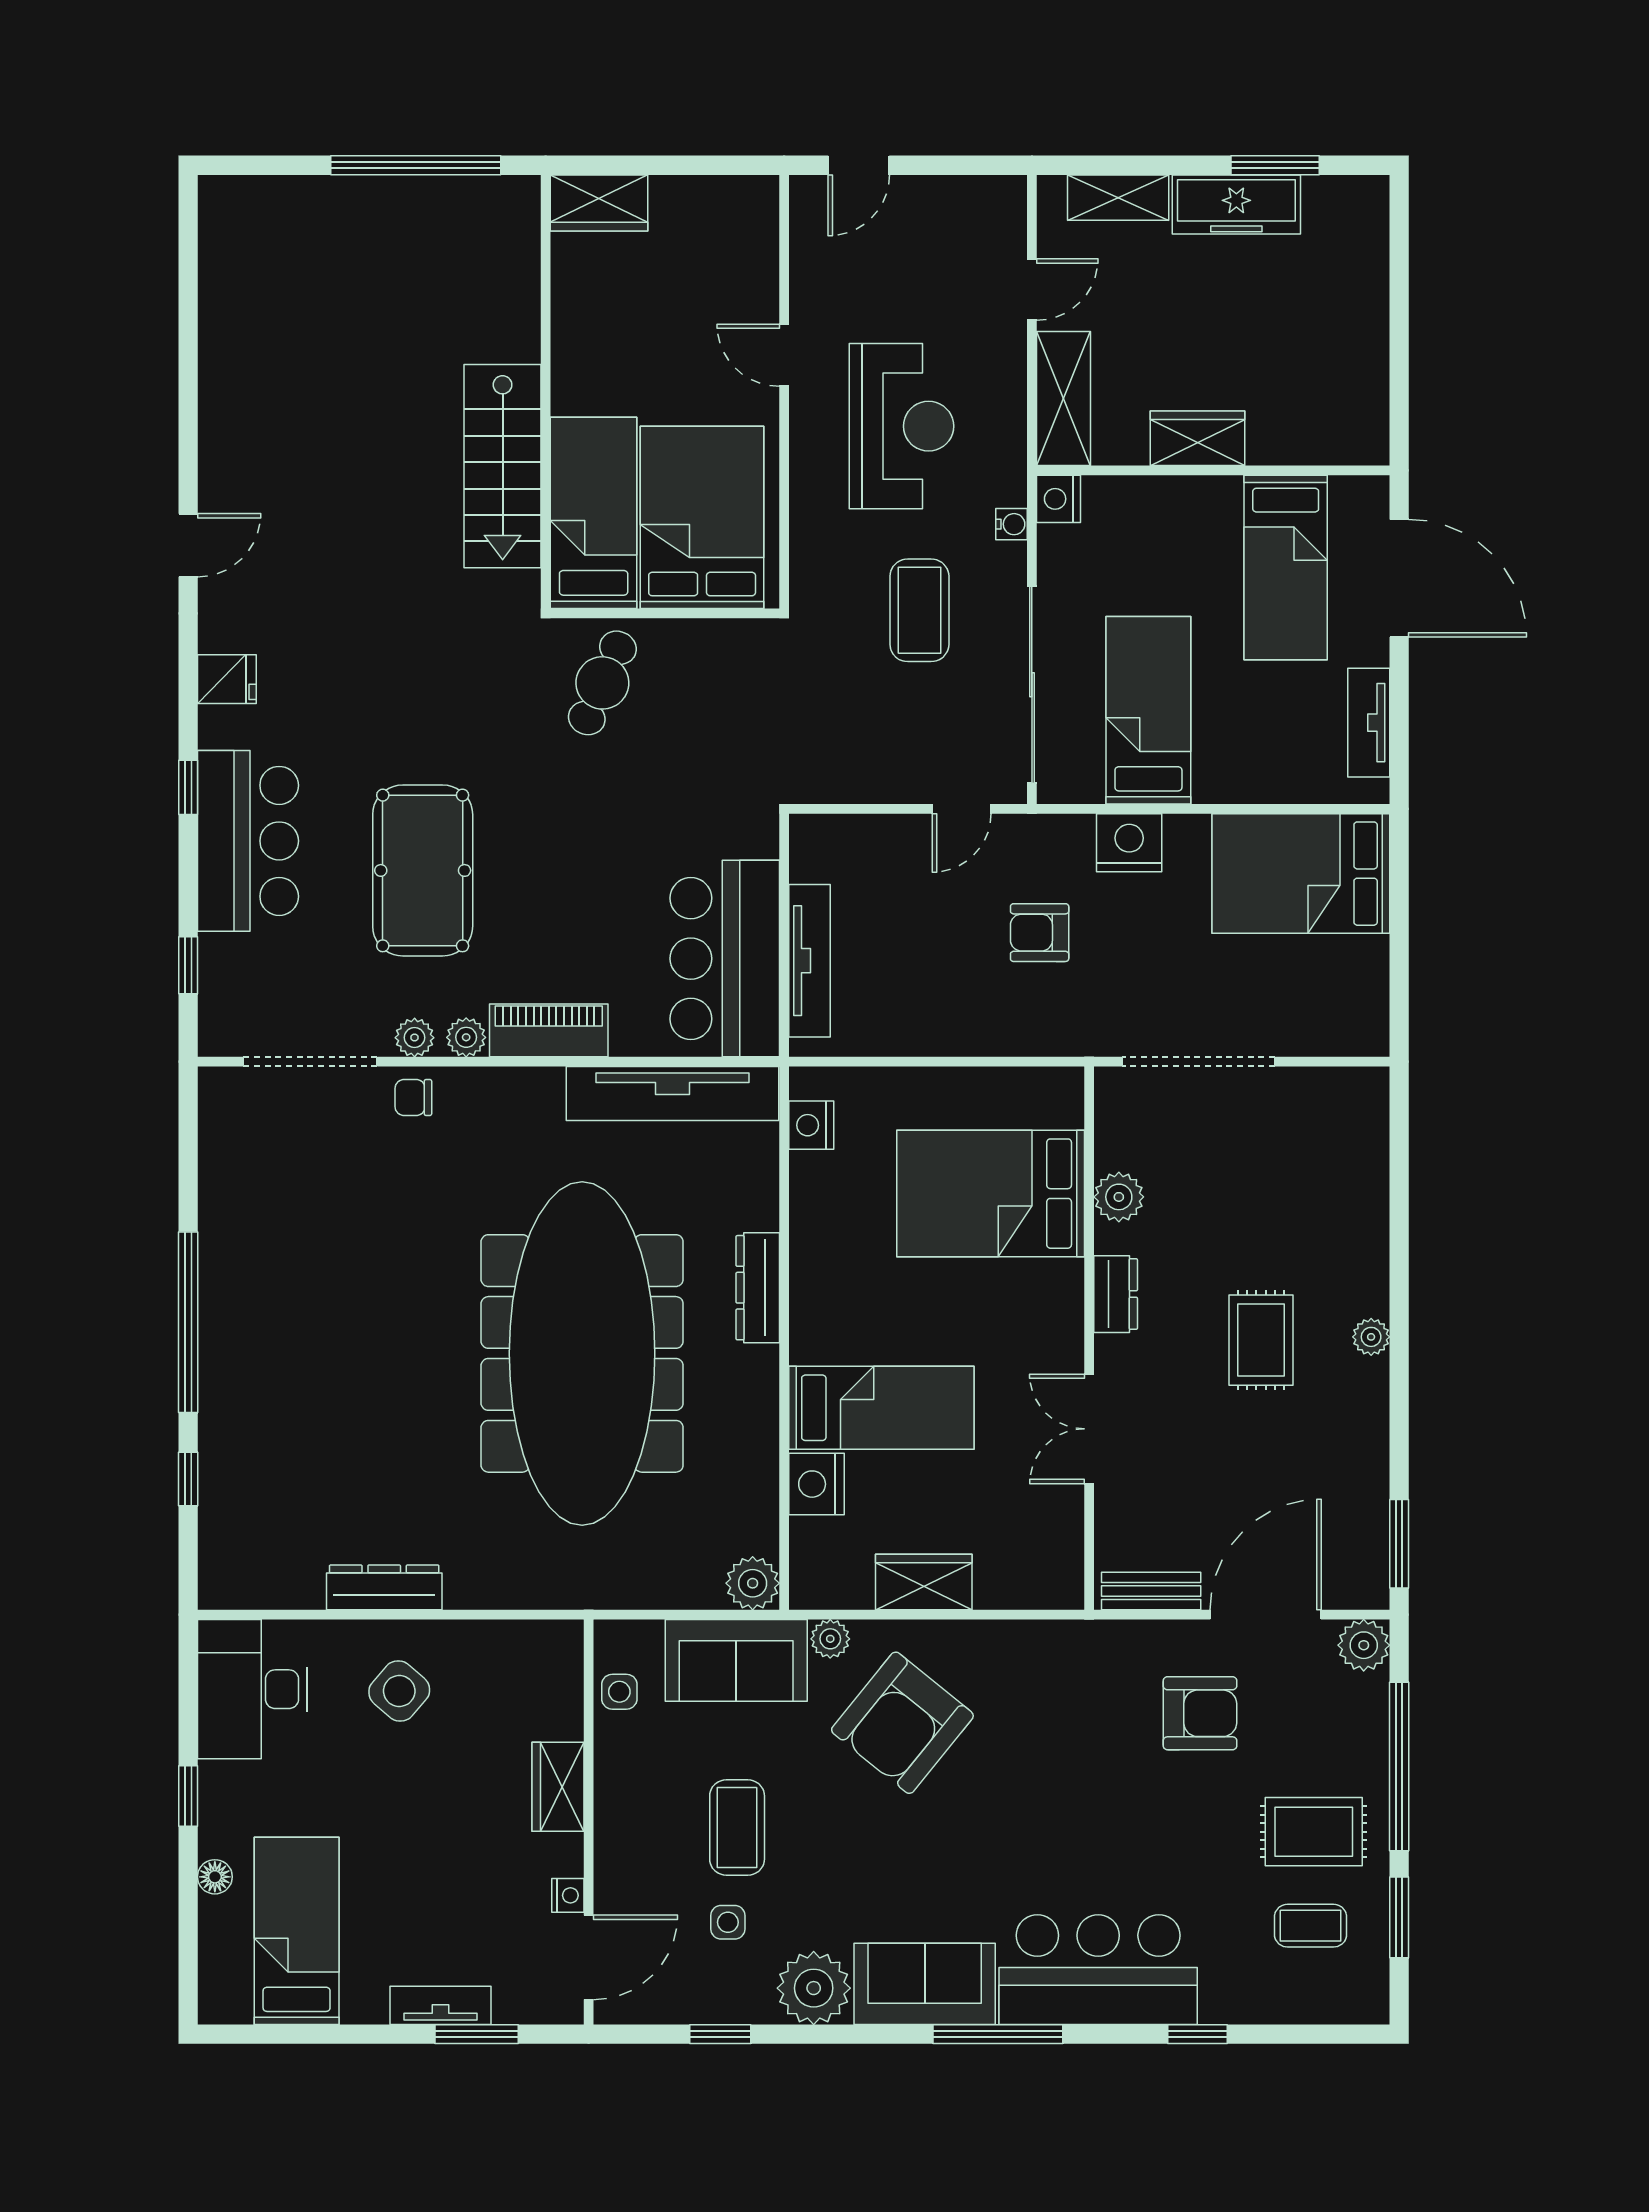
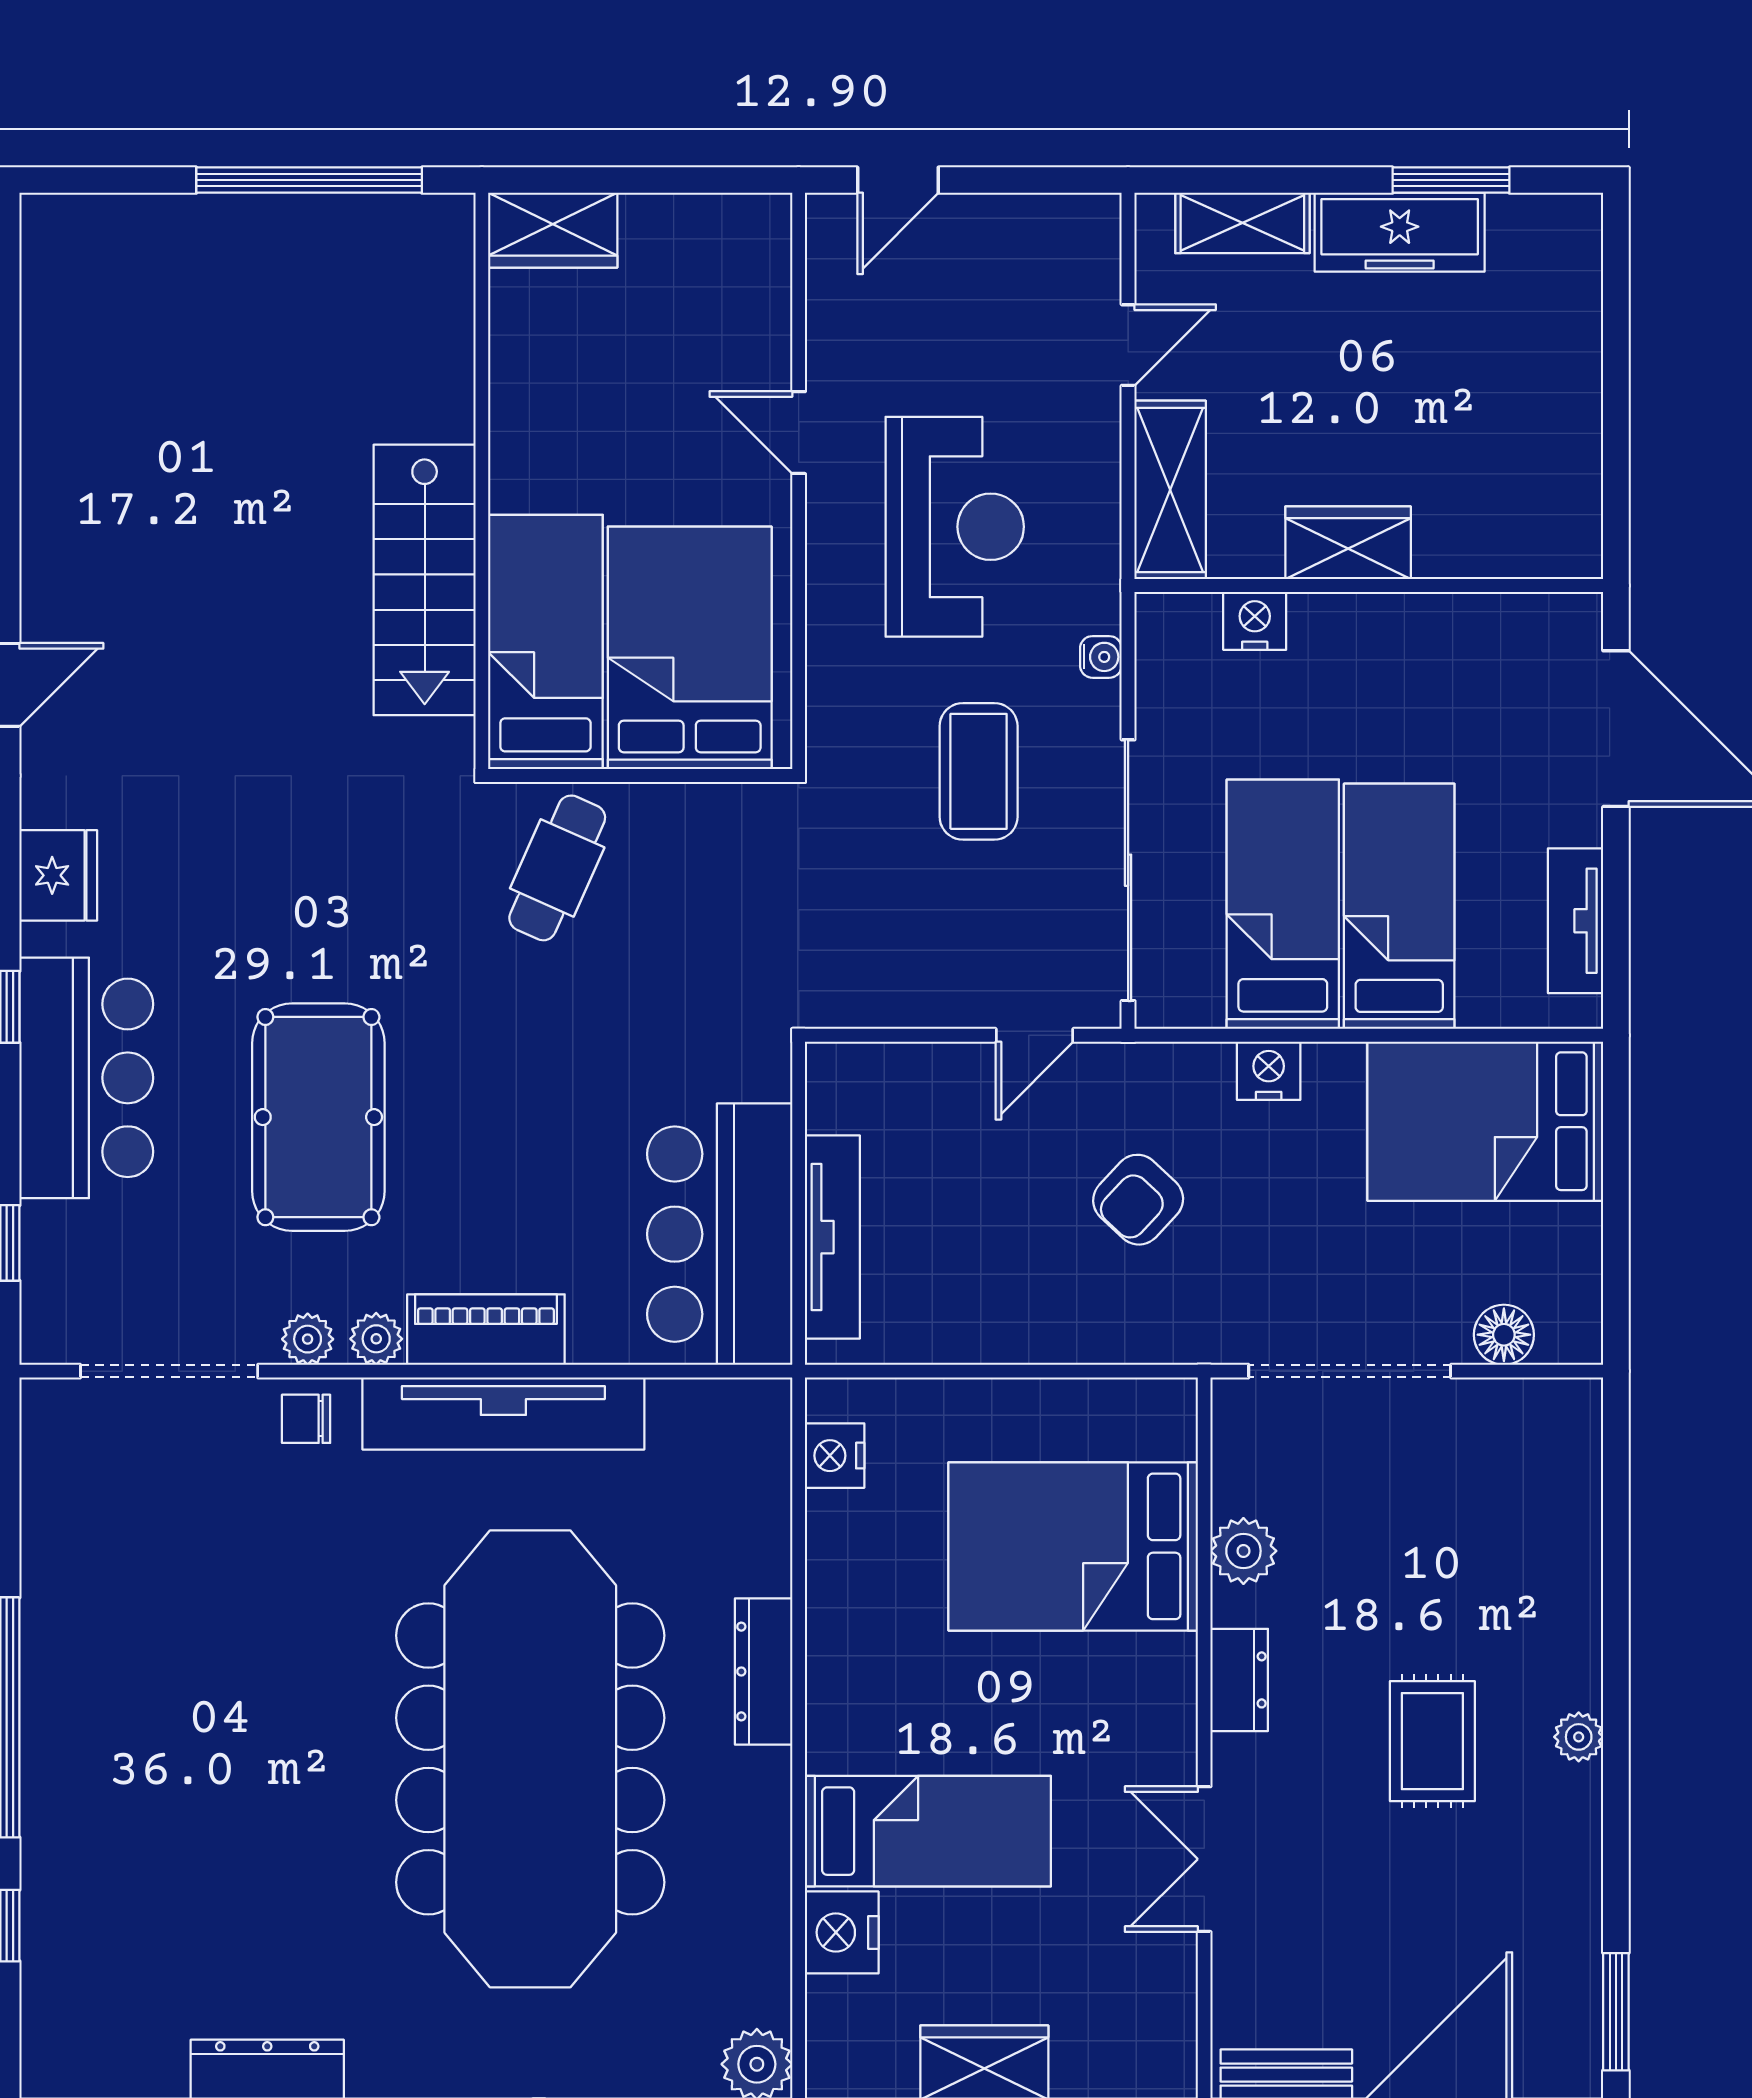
nightstand: (1059, 499) -> (1255, 621), moved, turned 90
bed: (1286, 567) -> (1399, 906), moved, turned 180
fridge: (227, 679) -> (58, 875), width x1.38
nightstand: (1129, 843) -> (1269, 1071), width x0.74, depth x0.75
armchair: (1040, 933) -> (1138, 1200), turned -47
floor lamp: (1315, 1034) -> (1504, 1335), added
tv unit: (672, 1094) -> (503, 1413), moved

